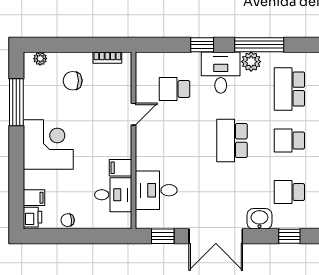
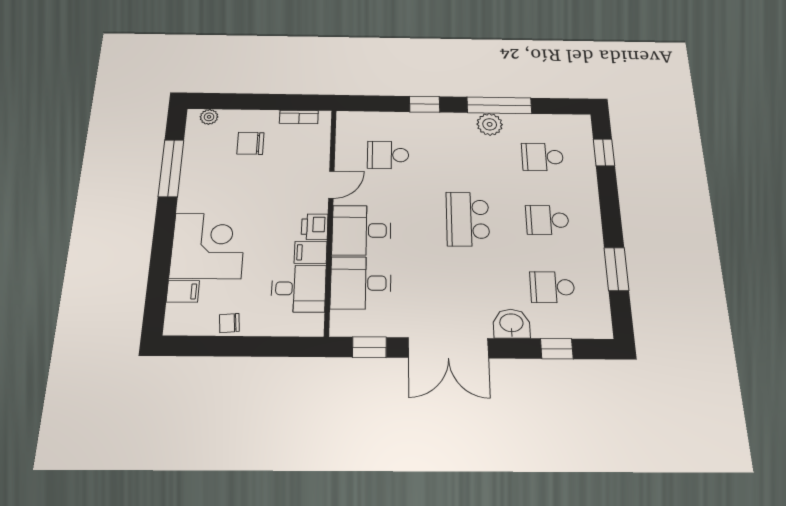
desk: (221, 73) -> (362, 230), moved, turned -90
school desk: (289, 89) -> (542, 157), width x0.54
corner desk: (48, 144) -> (208, 246), moved
printer: (33, 217) -> (315, 227), moved, turned 180

